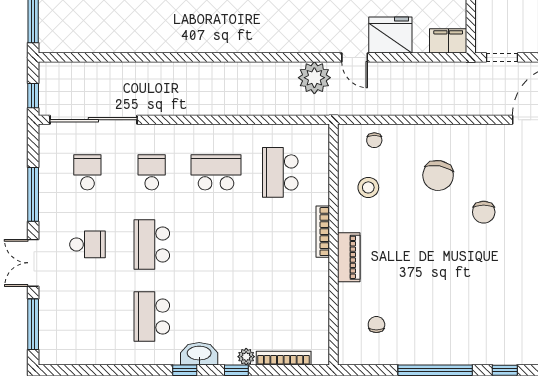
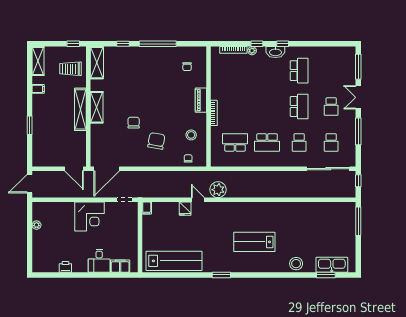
fridge: (390, 35) -> (185, 209), width x0.53, depth x0.75
filing cabinet: (448, 41) -> (147, 208), width x0.50
school desk: (280, 172) -> (235, 142), turned -90
school desk: (87, 244) -> (331, 107), turned -90
double door: (33, 263) -> (358, 97), swing flipped

